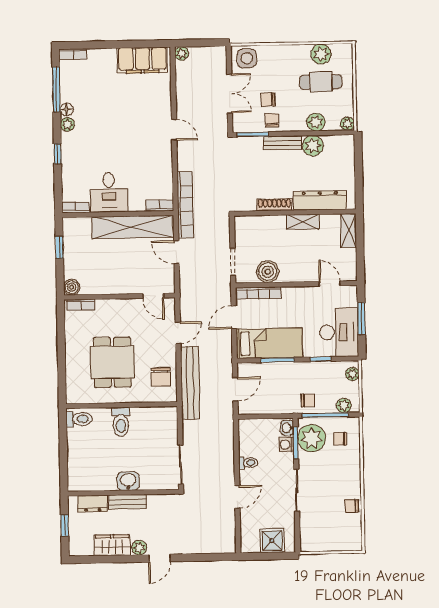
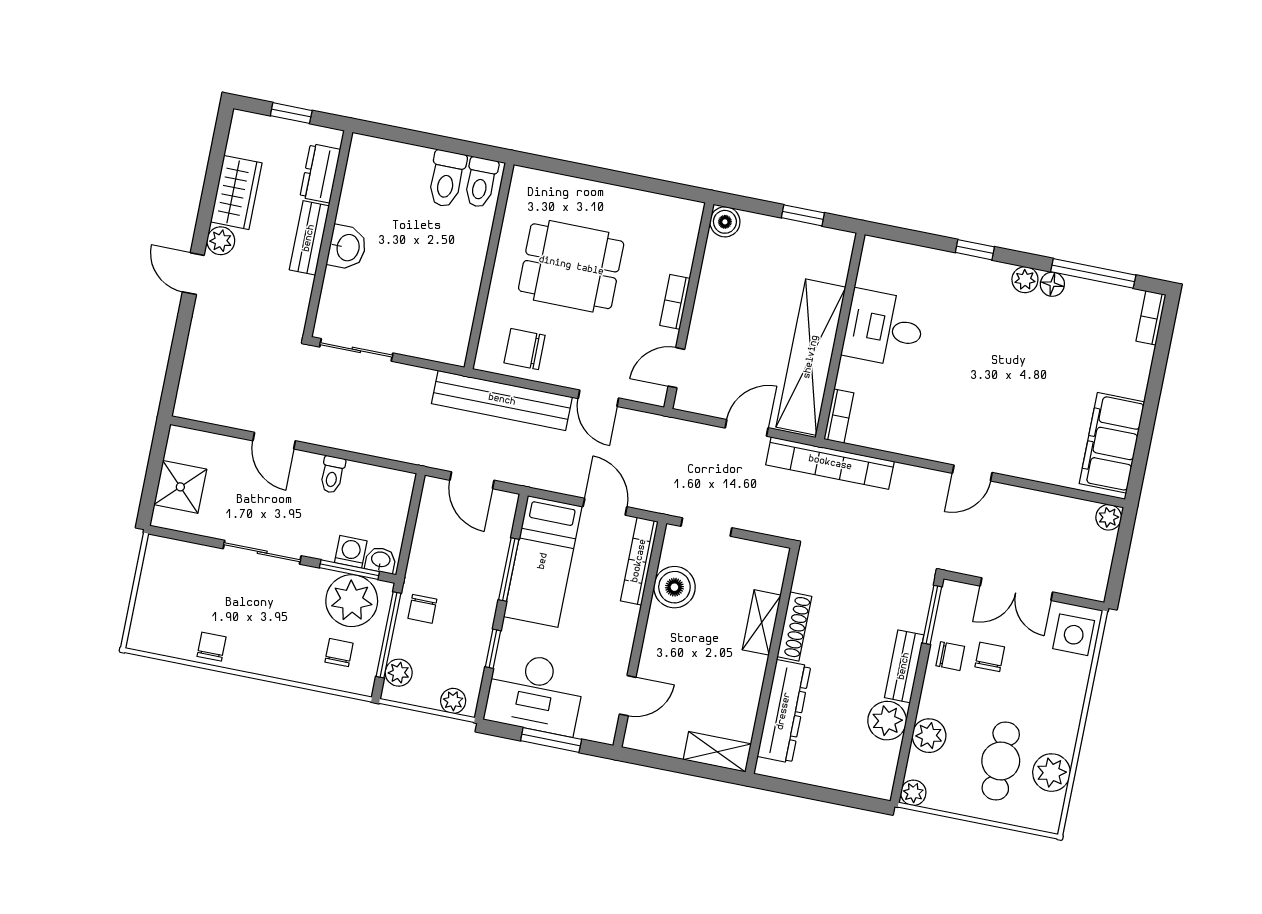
bookcase: (76, 207) -> (870, 261), removed
shelving: (303, 222) -> (762, 622), moved
bookcase: (81, 305) -> (675, 302), moved
toilet: (121, 422) -> (447, 179), moved, turned -90

